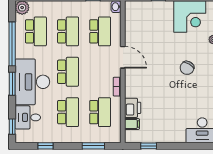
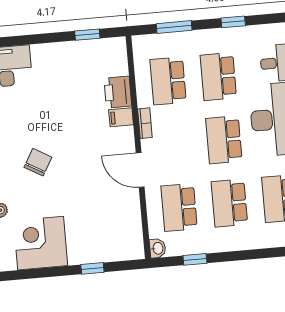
filing cabinet: (132, 124) -> (121, 117), moved
window: (46, 146) -> (233, 22), moved

